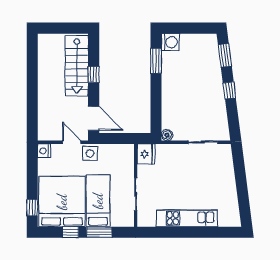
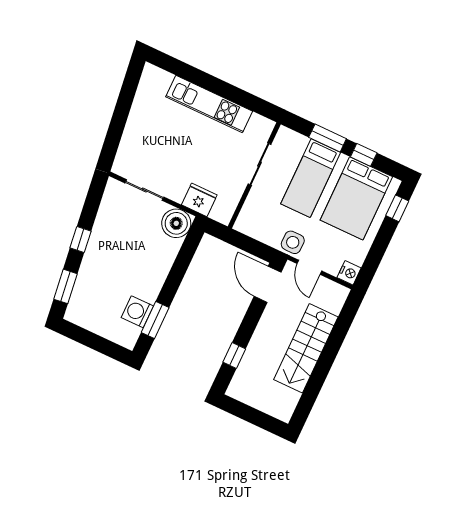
washing machine: (170, 42) -> (137, 312), moved
stairs: (77, 66) -> (306, 348), moved, turned 180
window: (94, 75) -> (234, 355), moved
boiler: (167, 135) -> (176, 223), width x1.86, depth x1.86
fridge: (146, 154) -> (199, 200), moved, turned 90
bed: (62, 202) -> (356, 198), width x0.73

